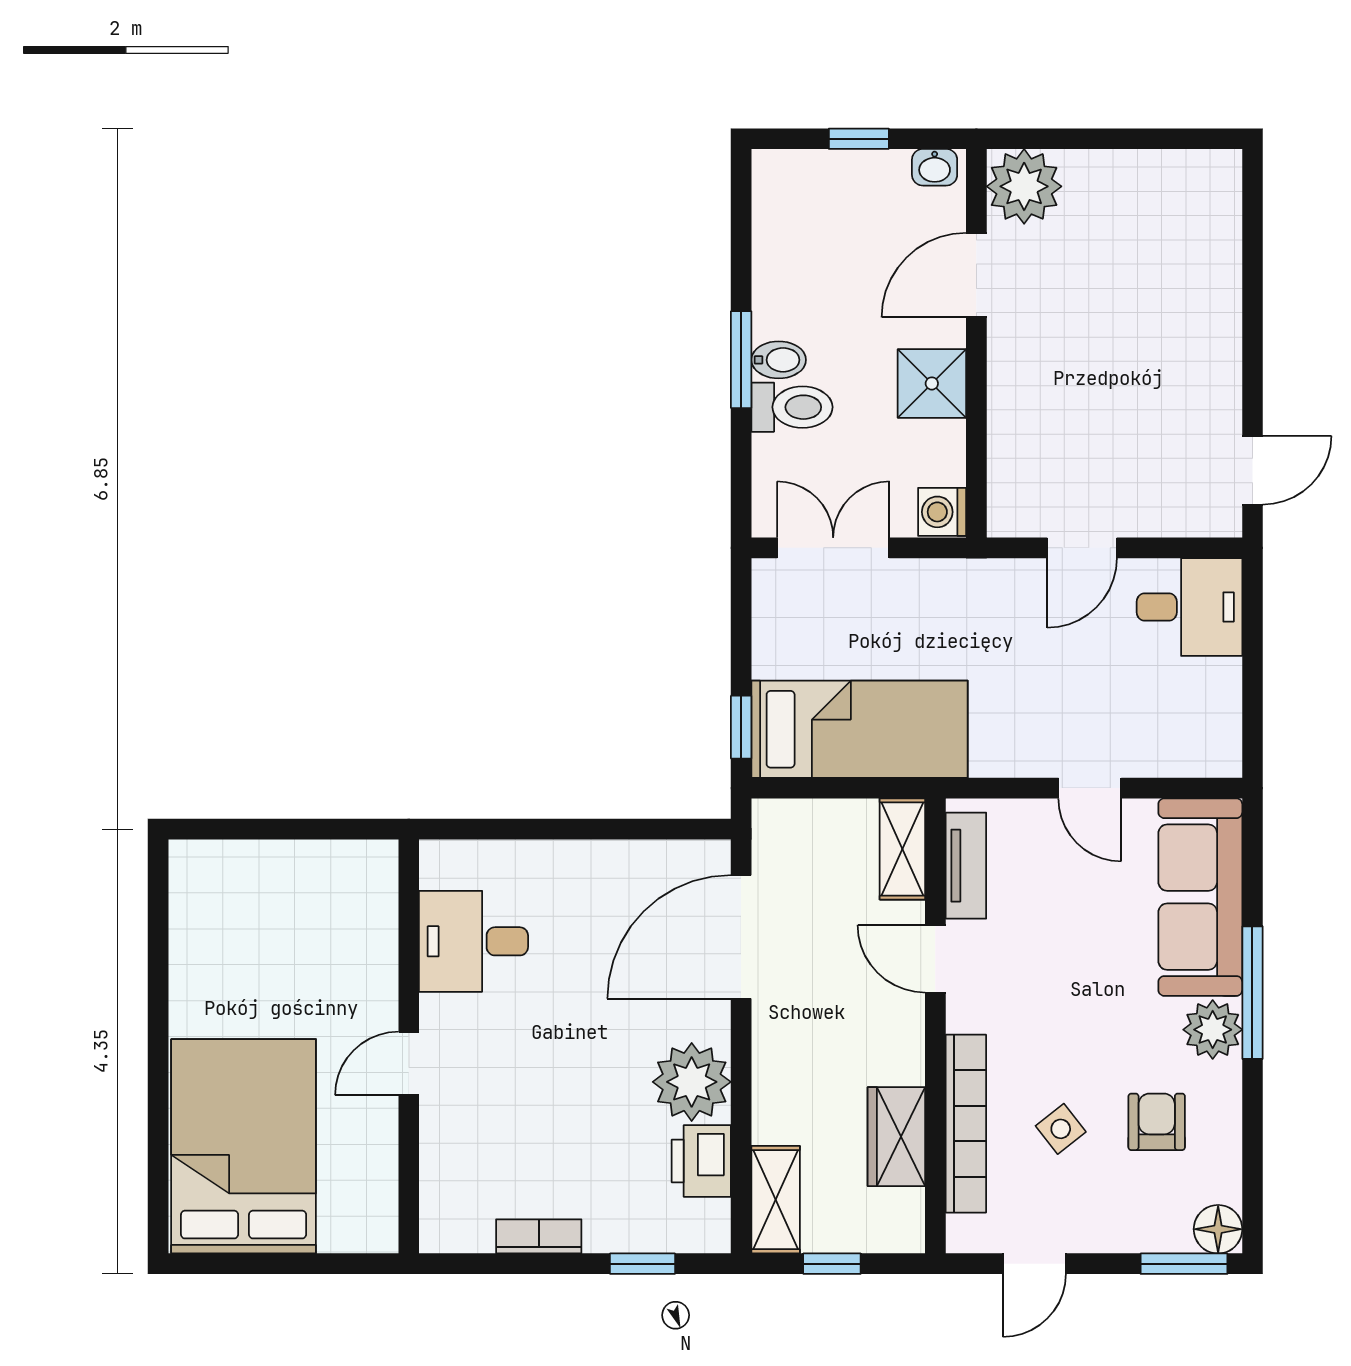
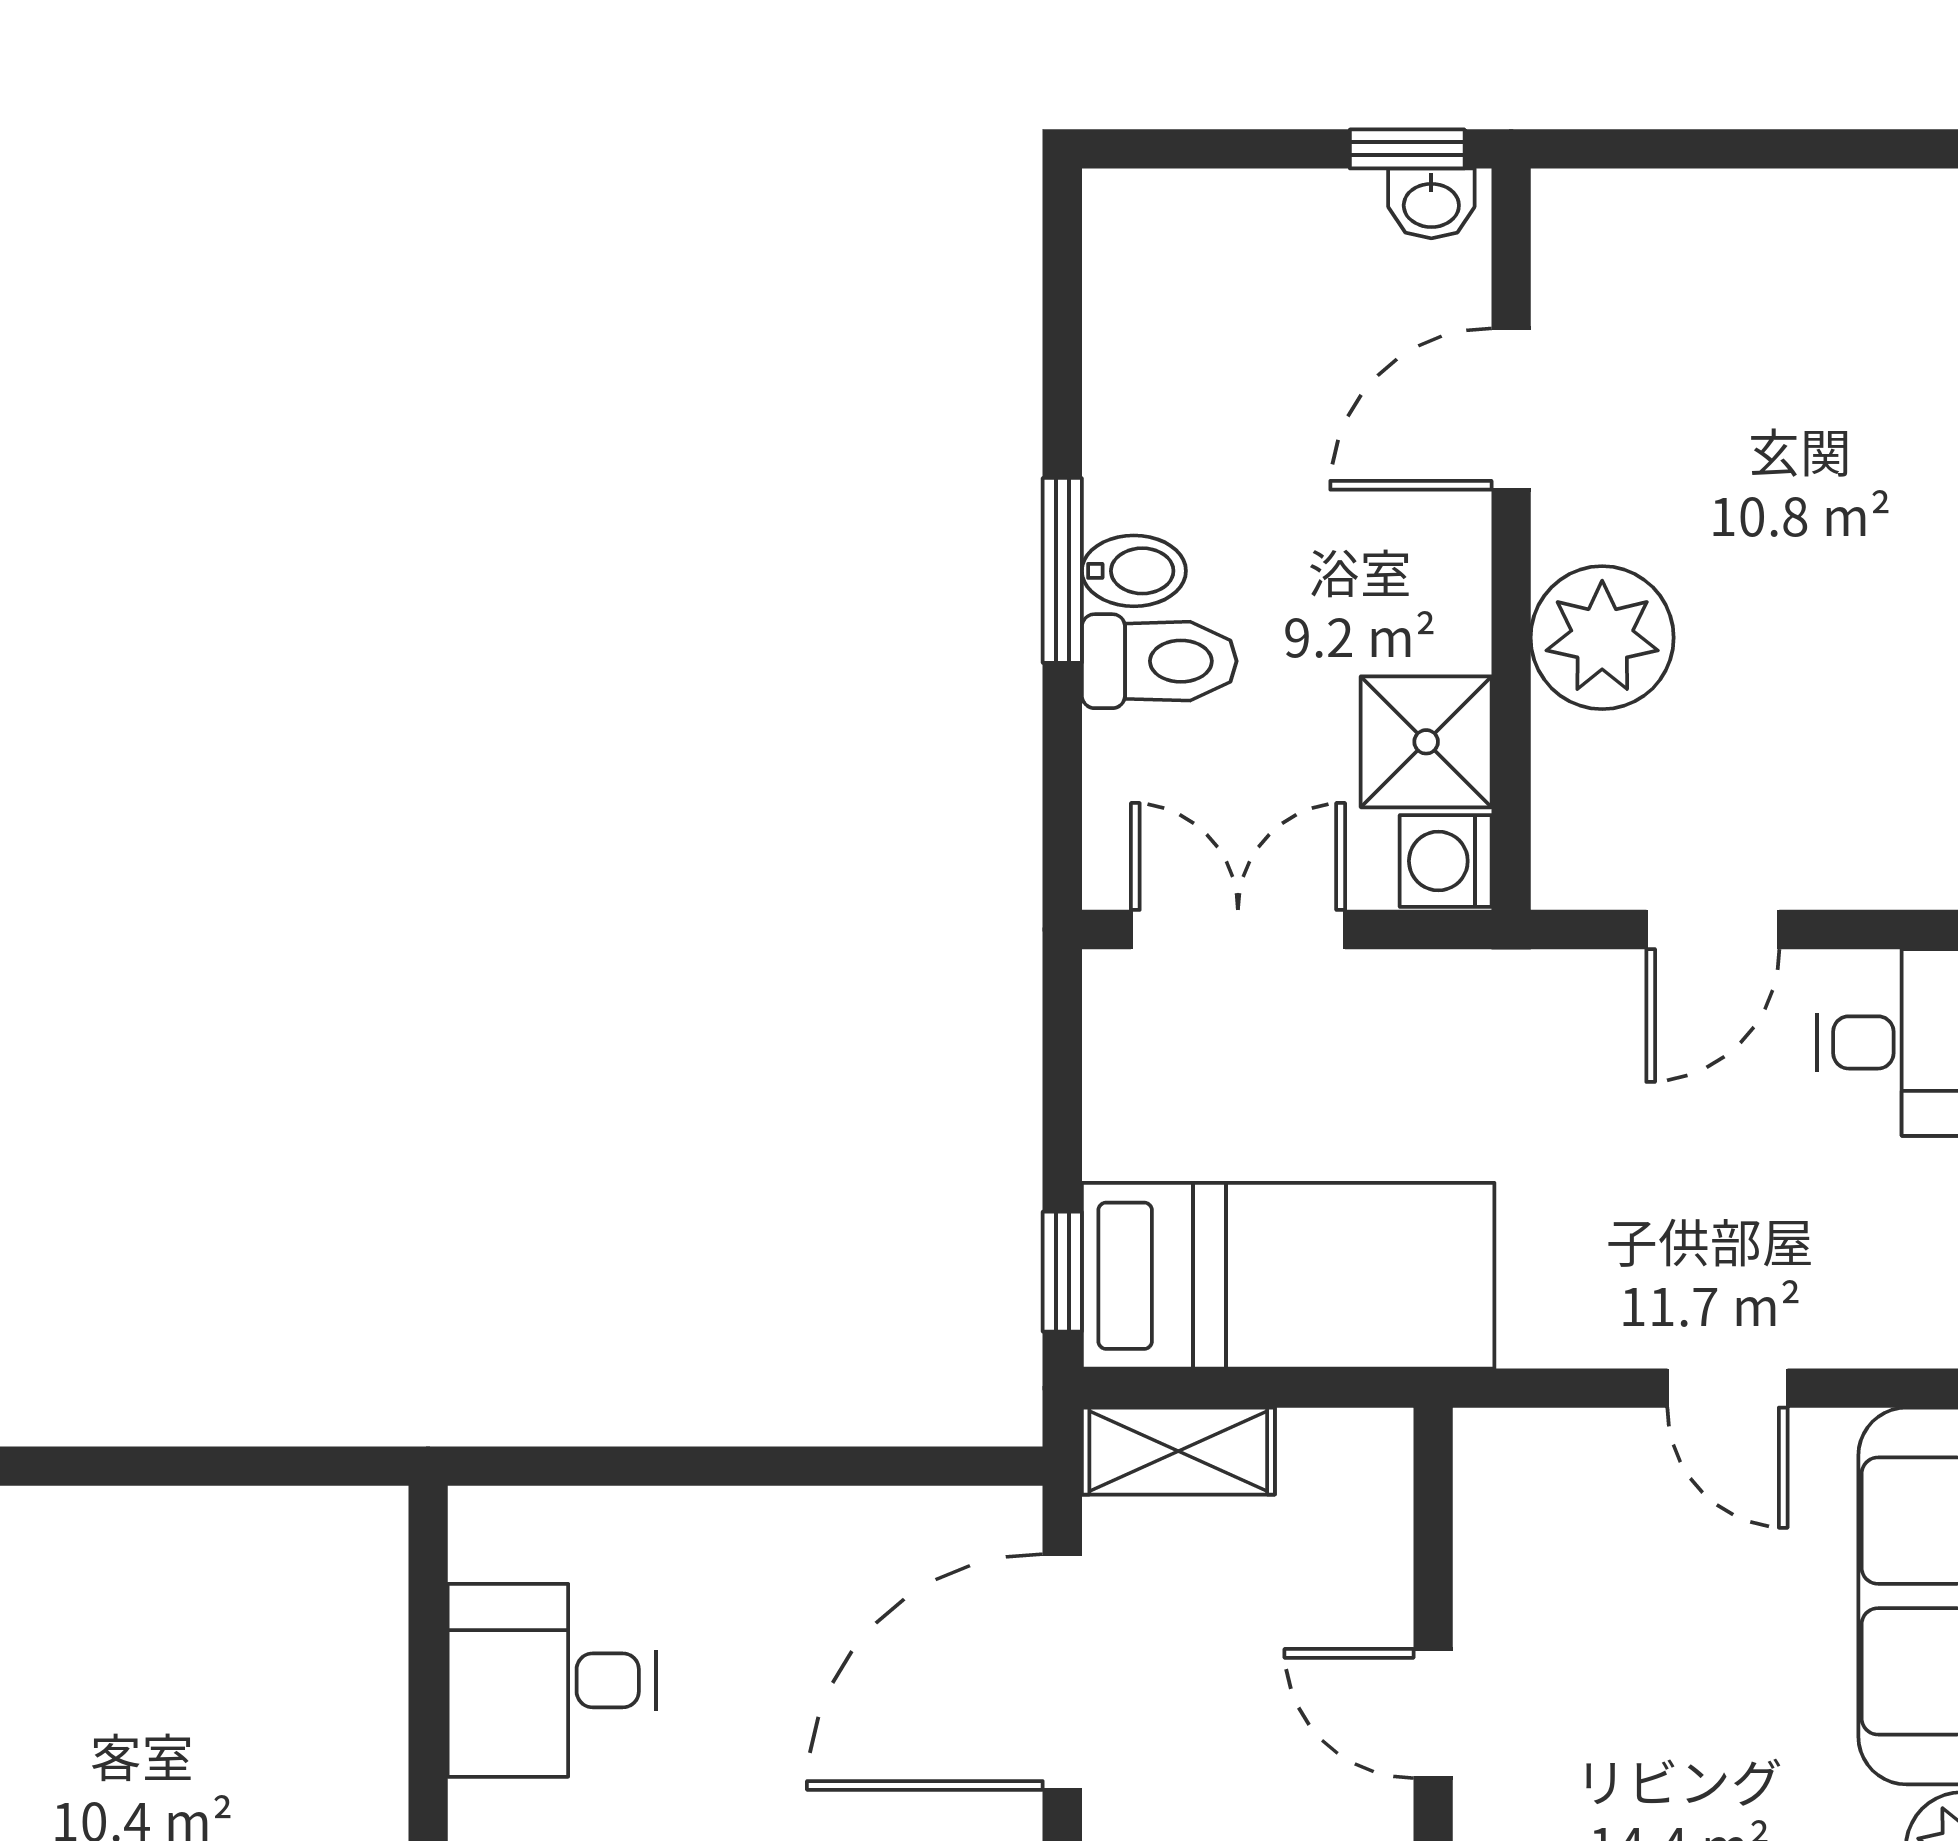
window: (859, 139) -> (1407, 149), moved
plant: (1024, 186) -> (1602, 638), moved
shower: (932, 383) -> (1426, 742), moved
shelving: (902, 849) -> (1178, 1451), moved, turned 90
tv unit: (966, 866) -> (1491, 1536), removed

